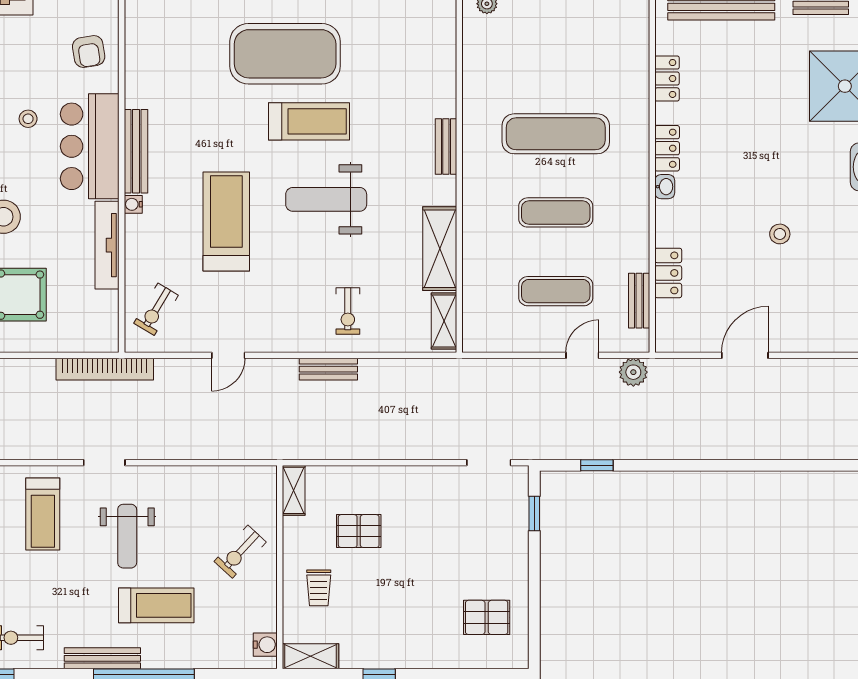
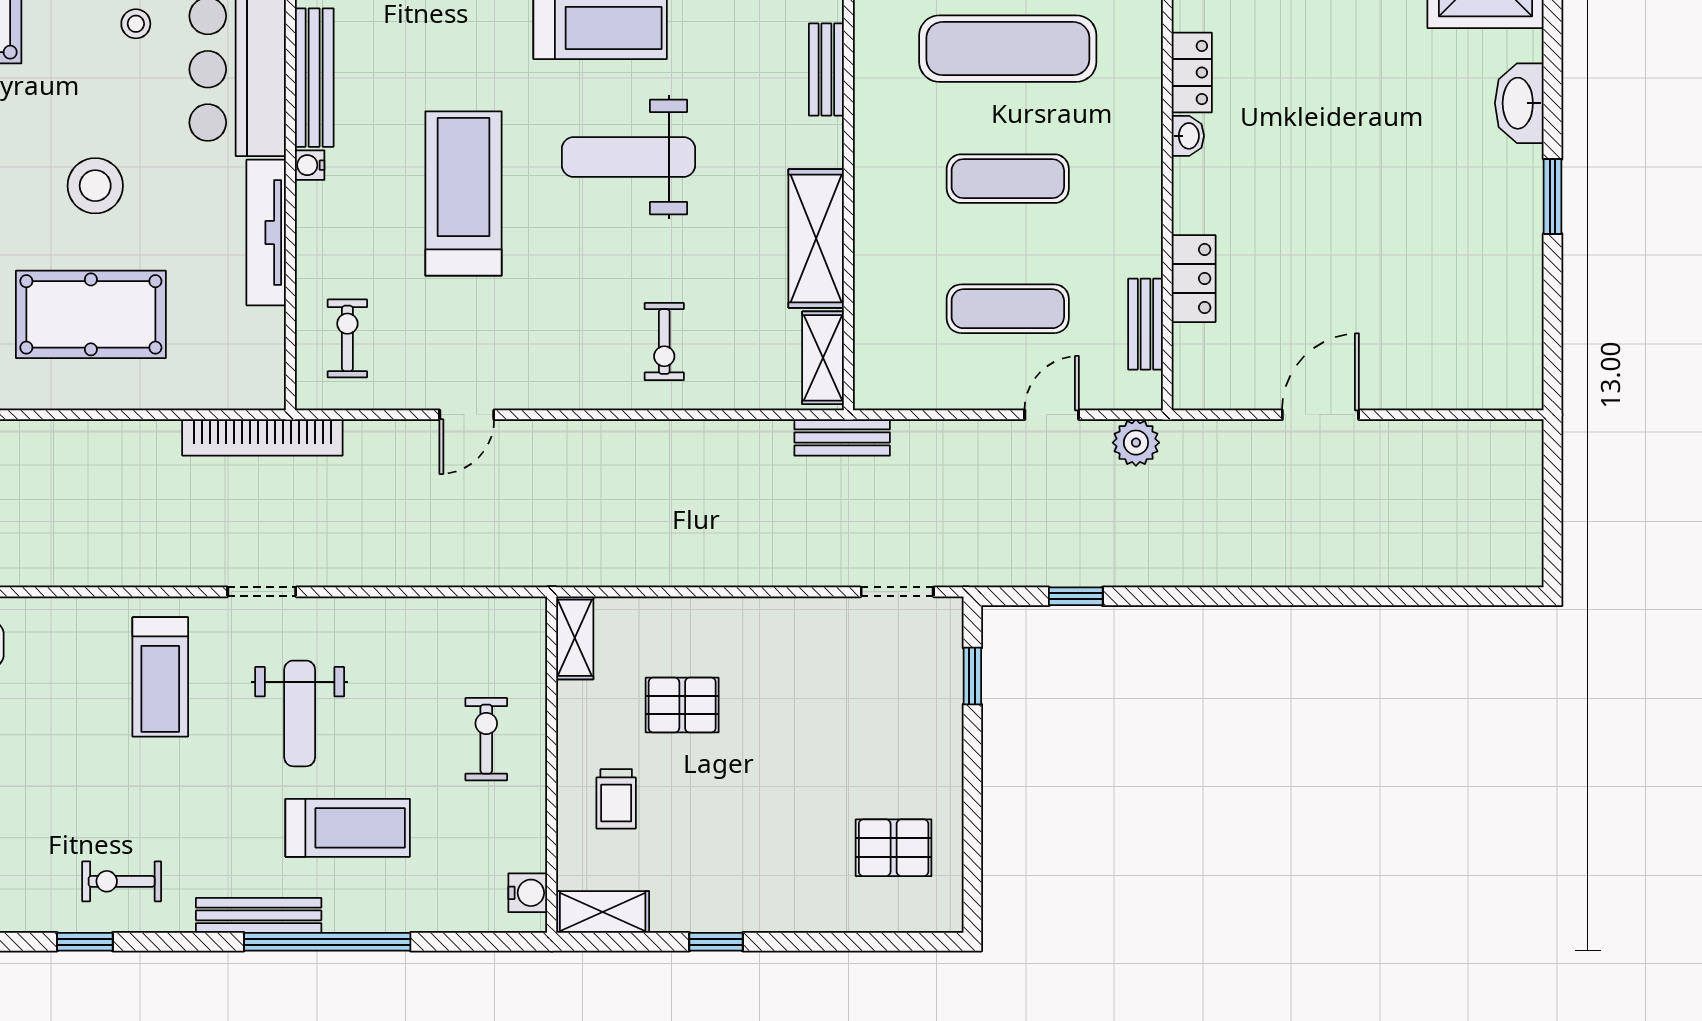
stool: (780, 234) -> (1378, 214), removed
exercise bike: (156, 309) -> (347, 338), turned 149
bench: (328, 369) -> (842, 437), moved
exercise bike: (240, 552) -> (486, 739), turned 137

